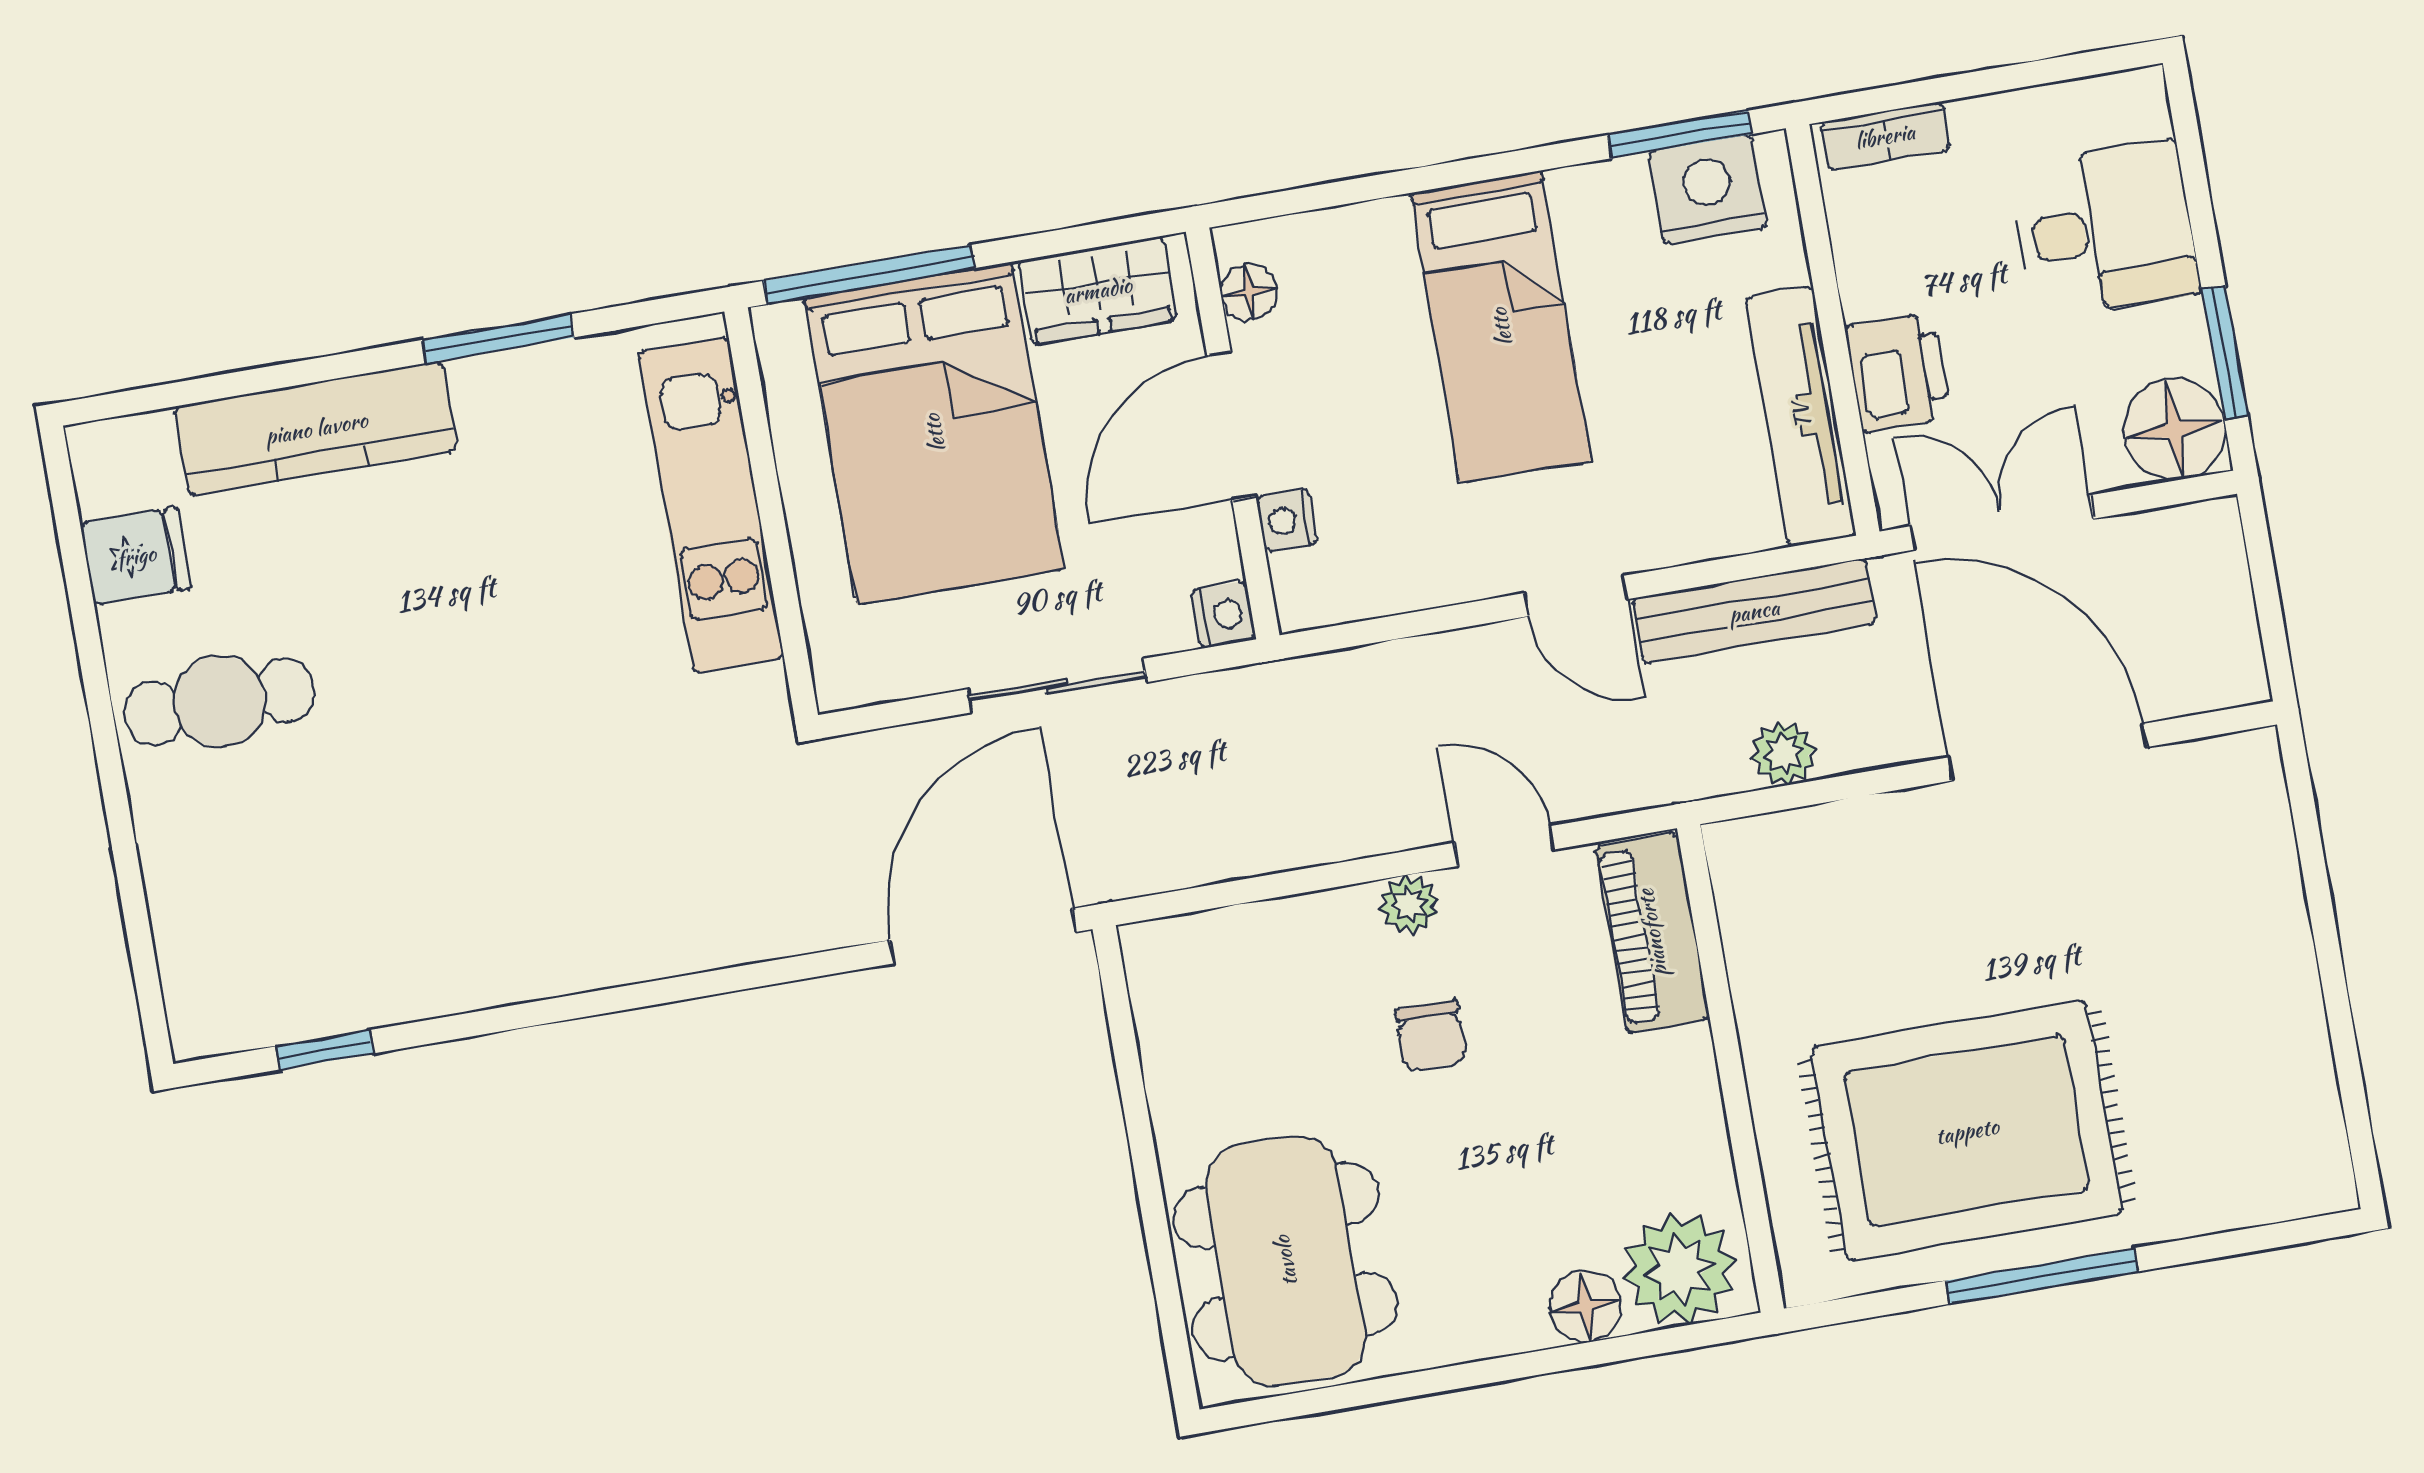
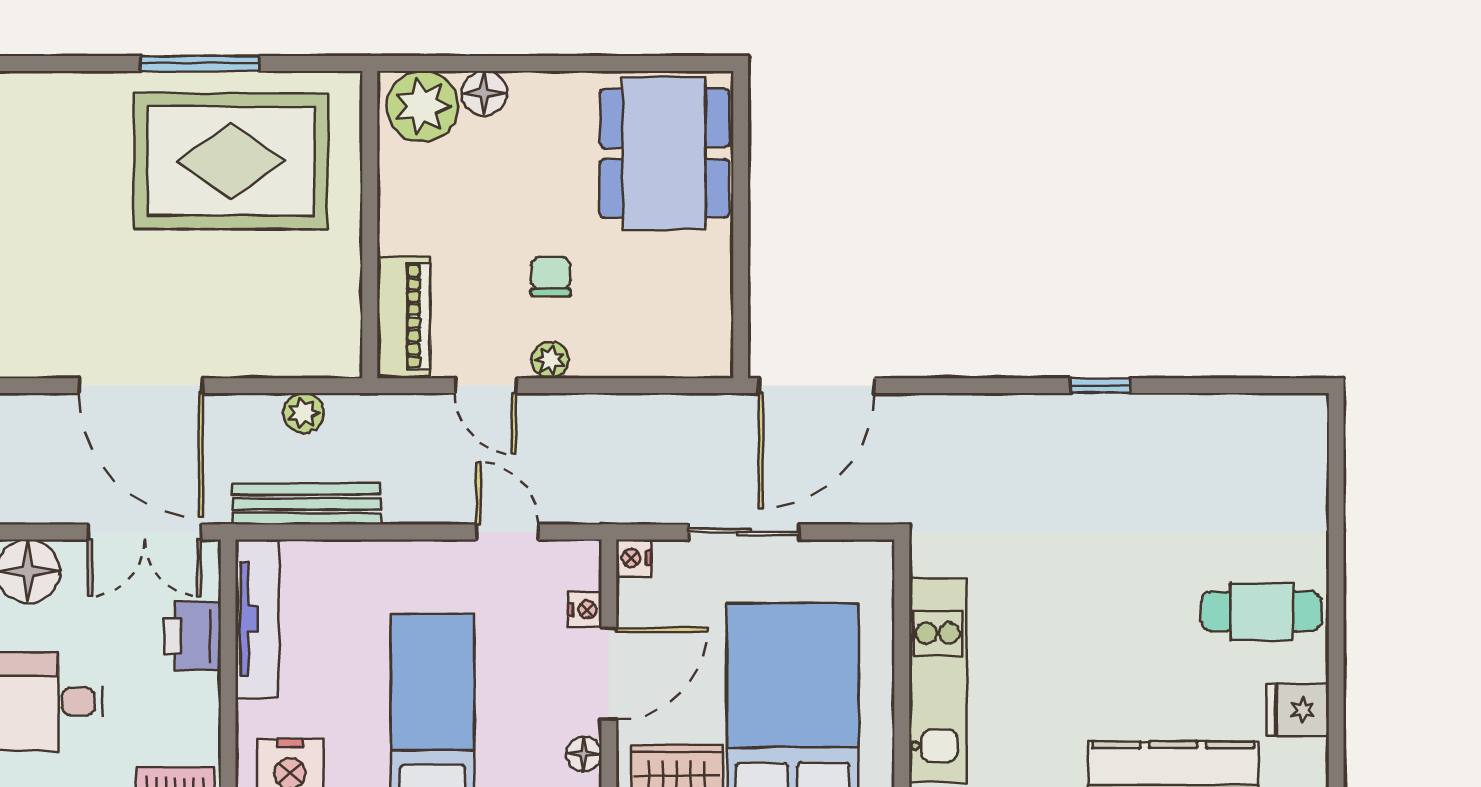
door: (1576, 596) -> (507, 532), moved
window: (325, 1050) -> (1100, 386), moved

